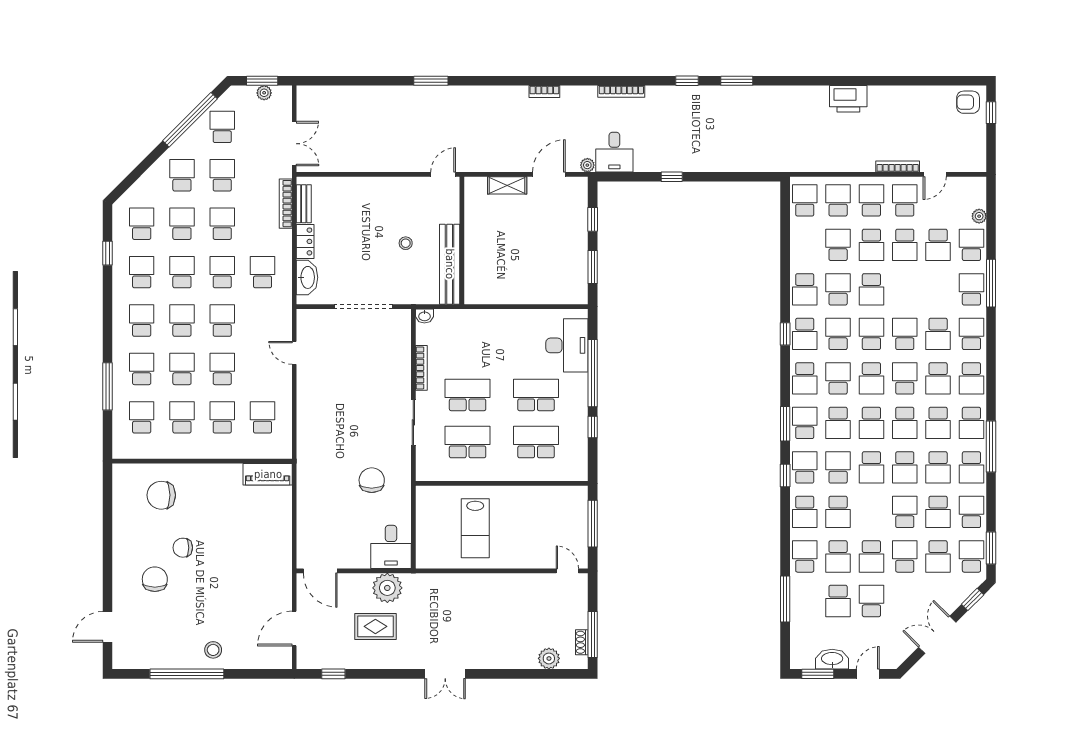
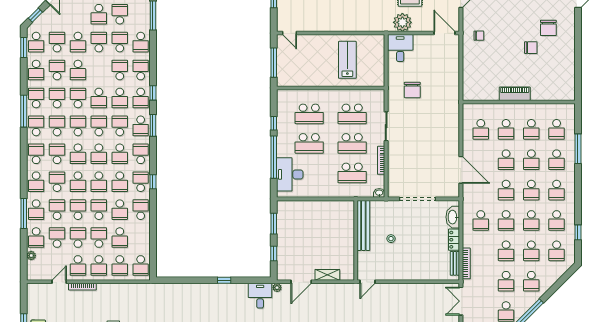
school desk: (905, 289) -> (78, 210), added
school desk: (938, 289) -> (57, 210), added
school desk: (468, 348) -> (352, 173), added
door: (294, 353) -> (461, 170), width x1.88
school desk: (871, 378) -> (99, 154), turned 180
school desk: (871, 467) -> (99, 98), turned 180
piano: (268, 474) -> (515, 94), moved
chair: (161, 495) -> (479, 36), moved, width x0.54, depth x0.54

